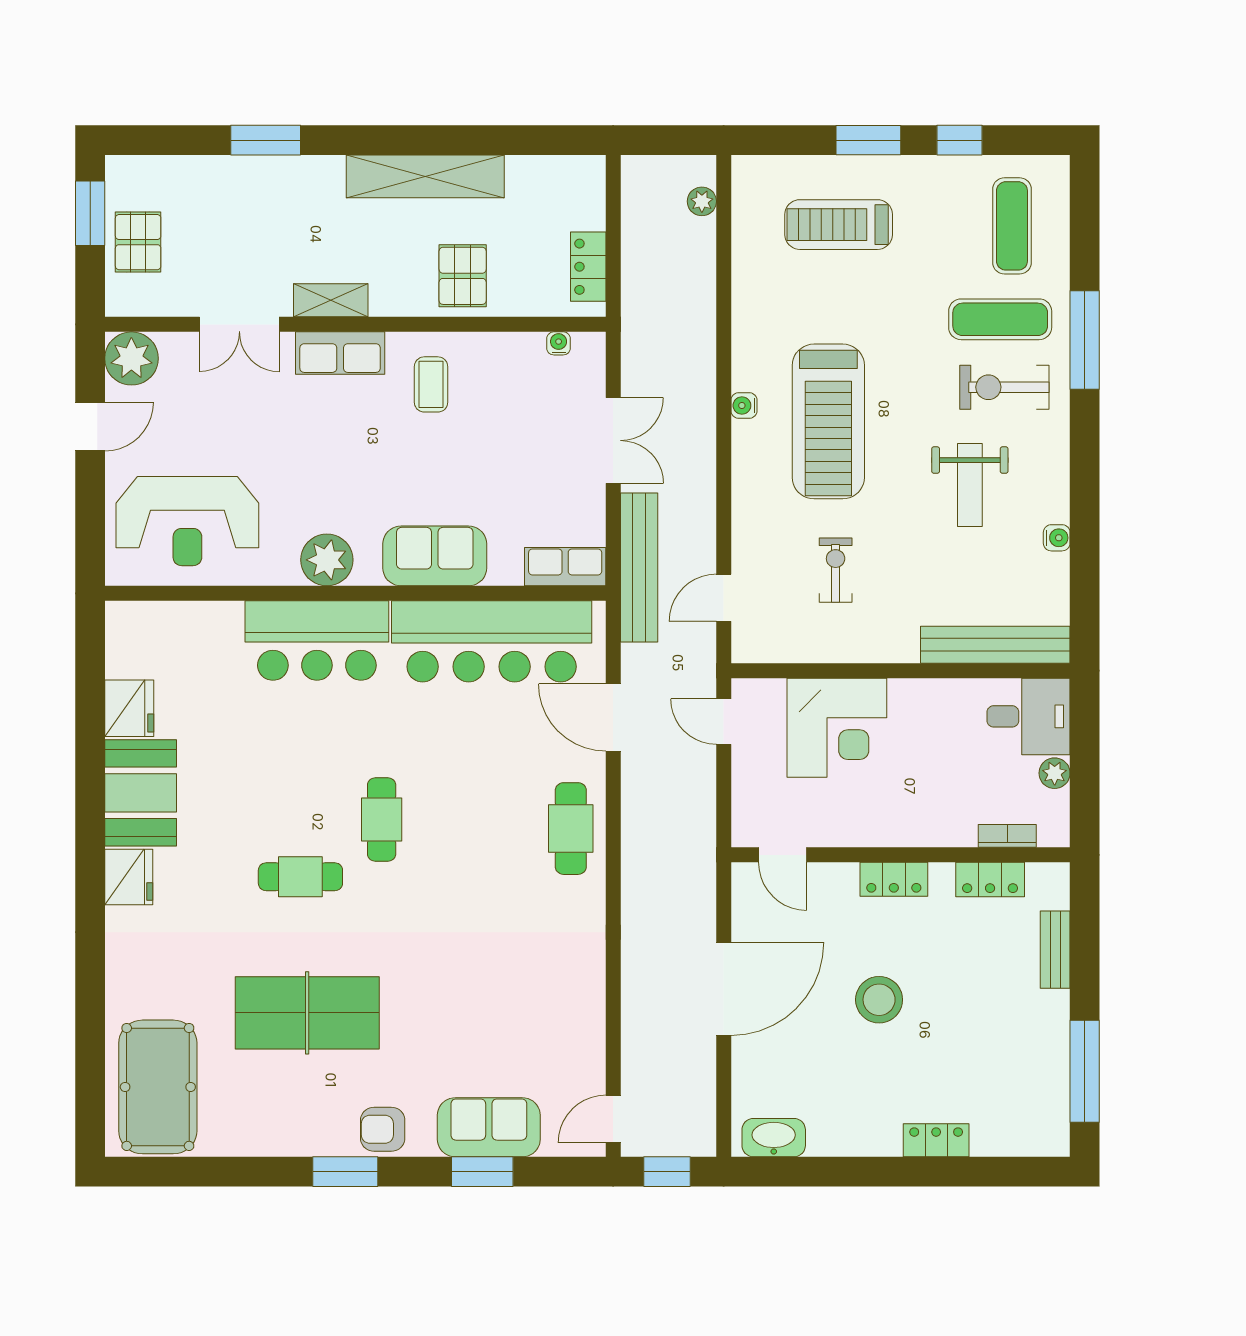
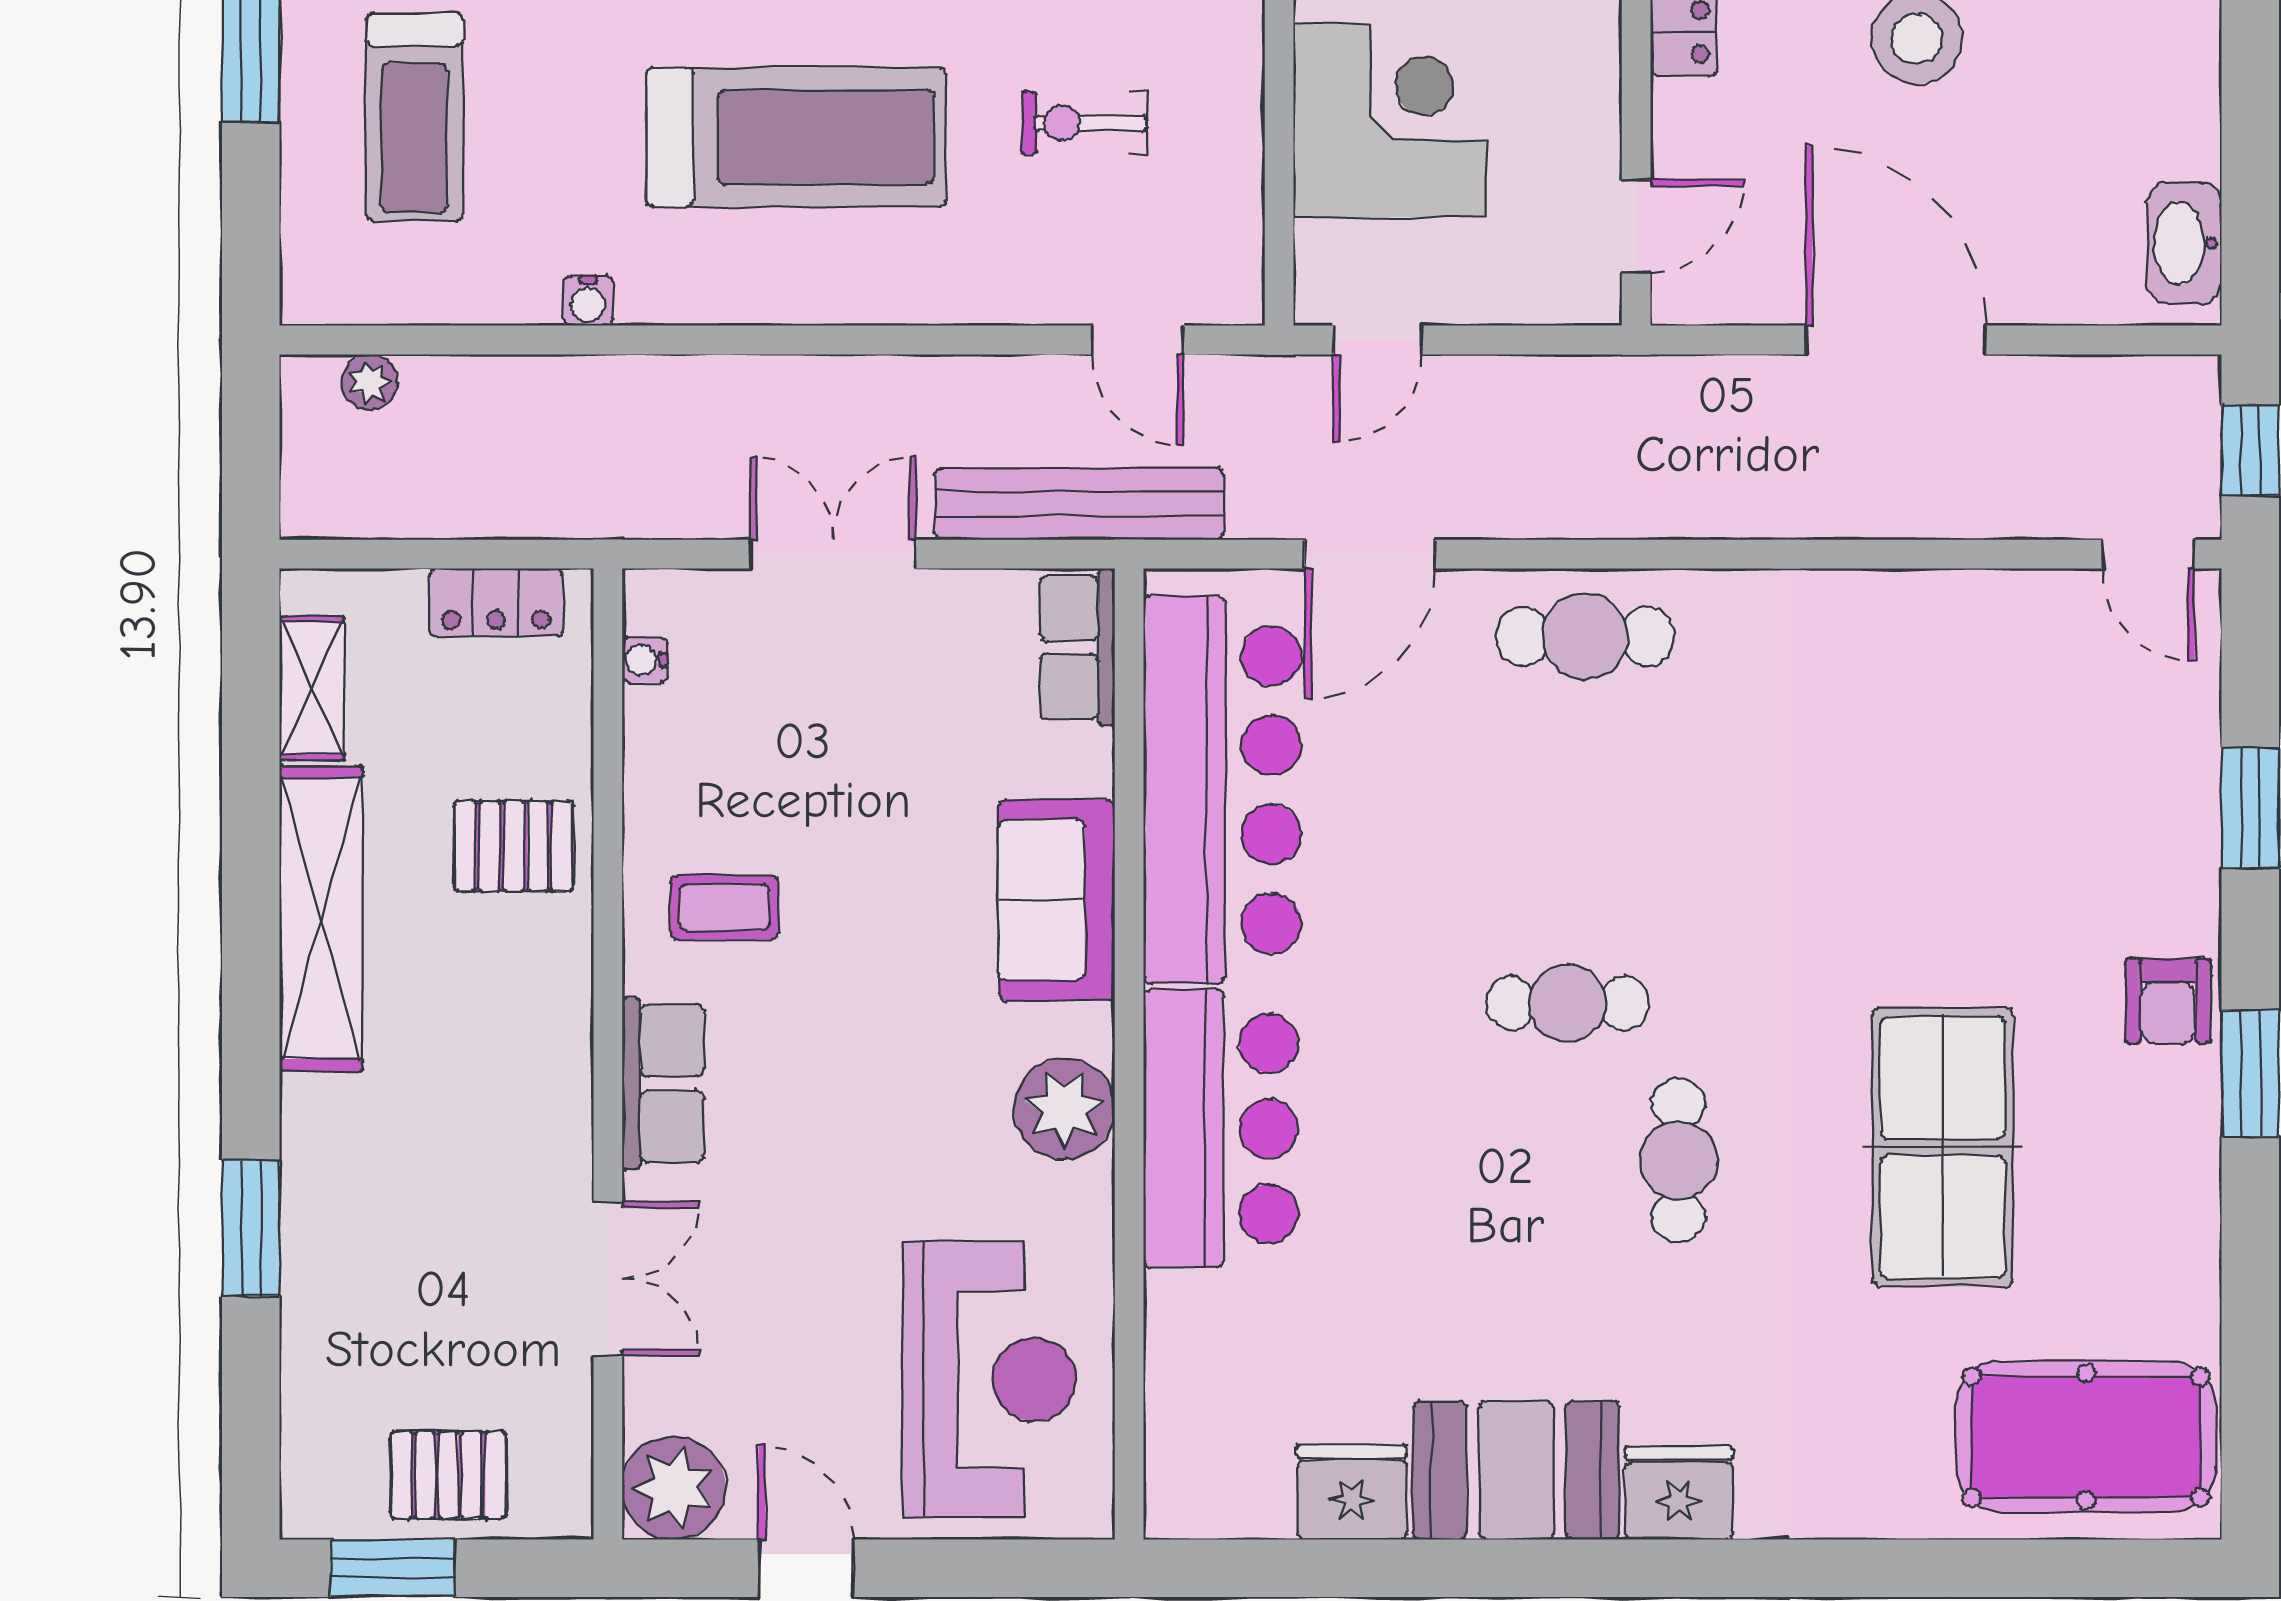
shelving: (331, 300) -> (312, 688), moved
water cooler: (744, 405) -> (588, 301), moved
sofa: (489, 1127) -> (2164, 795), removed

